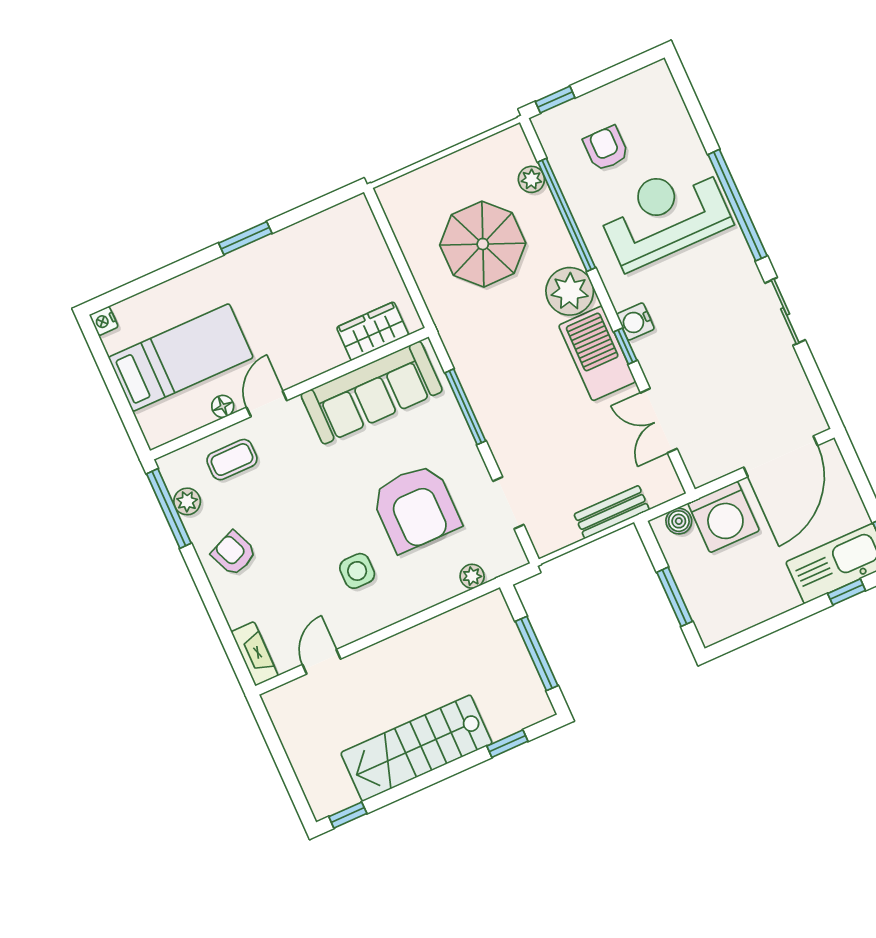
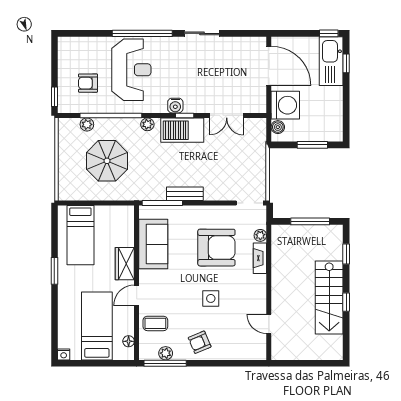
reception desk: (664, 215) -> (131, 70), turned 180
bed: (329, 256) -> (80, 235), added
plant: (570, 291) -> (147, 124), width x0.53, depth x0.53
wardrobe: (373, 331) -> (125, 264), moved
sofa: (372, 393) -> (153, 244), width x0.73
door: (267, 404) -> (137, 295), hinge flipped
floor lamp: (223, 406) -> (129, 341), moved
window: (465, 407) -> (162, 203), moved
coffee table: (232, 460) -> (155, 323), turned 90
doorway: (508, 503) -> (250, 203), moved
bench: (612, 512) -> (185, 194), moved, turned 90
side table: (357, 571) -> (211, 298), moved
fireplace: (255, 654) -> (260, 258), moved, turned -90
window: (348, 815) -> (346, 302), moved

